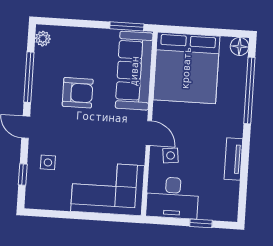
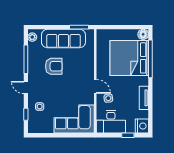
bed: (186, 68) -> (129, 58), moved, turned 90
sofa: (134, 71) -> (63, 38), moved, turned -90
nightstand: (227, 209) -> (142, 126), added

